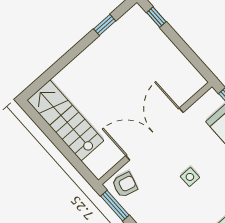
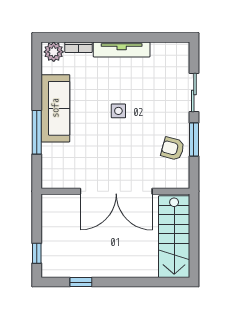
wall: (155, 133) -> (115, 191), moved
double door: (155, 134) -> (116, 191), moved

